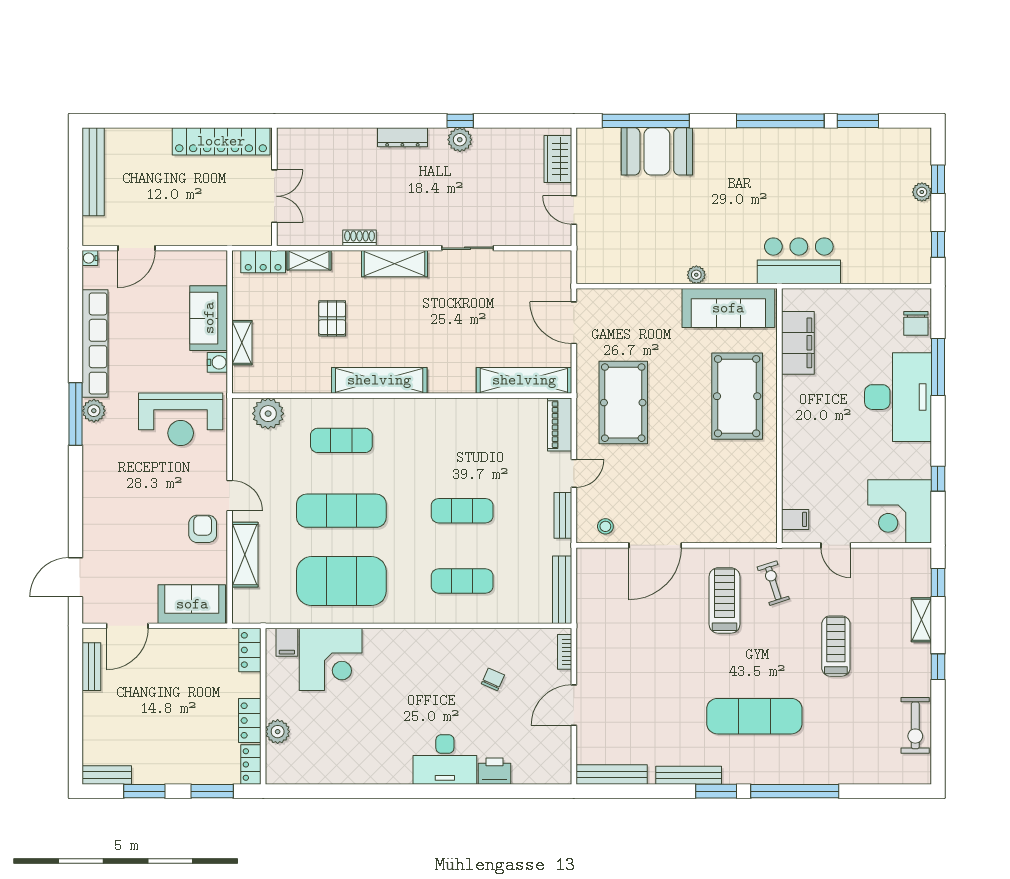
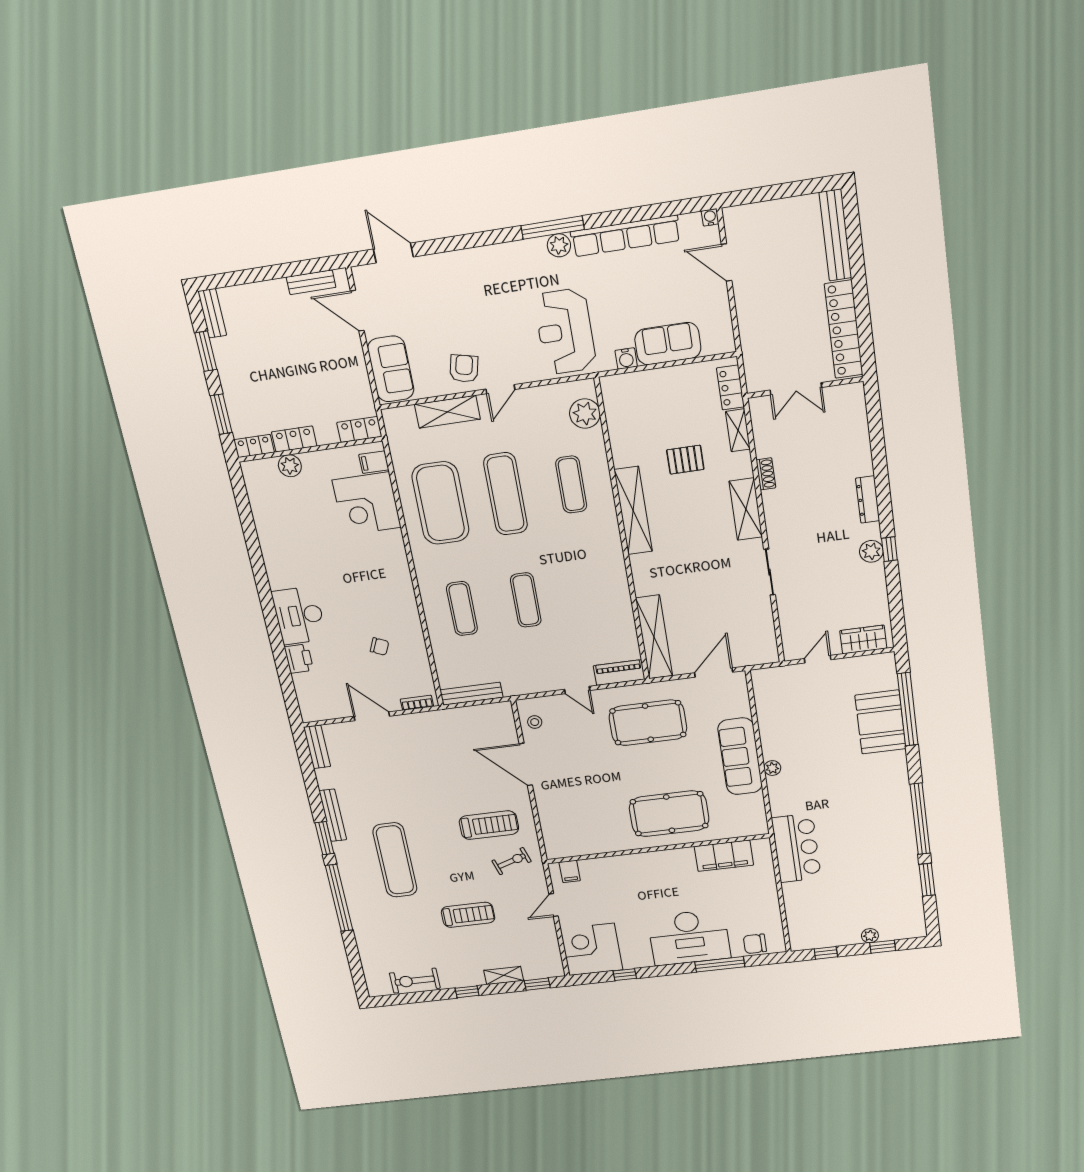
bench: (93, 172) -> (835, 235), moved, turned 90
sofa: (728, 308) -> (740, 756), moved
shelving: (242, 343) -> (649, 379), removed
bench: (563, 515) -> (538, 686), removed
armchair: (203, 529) -> (464, 369), turned -77
bench: (612, 774) -> (317, 747), width x0.73

